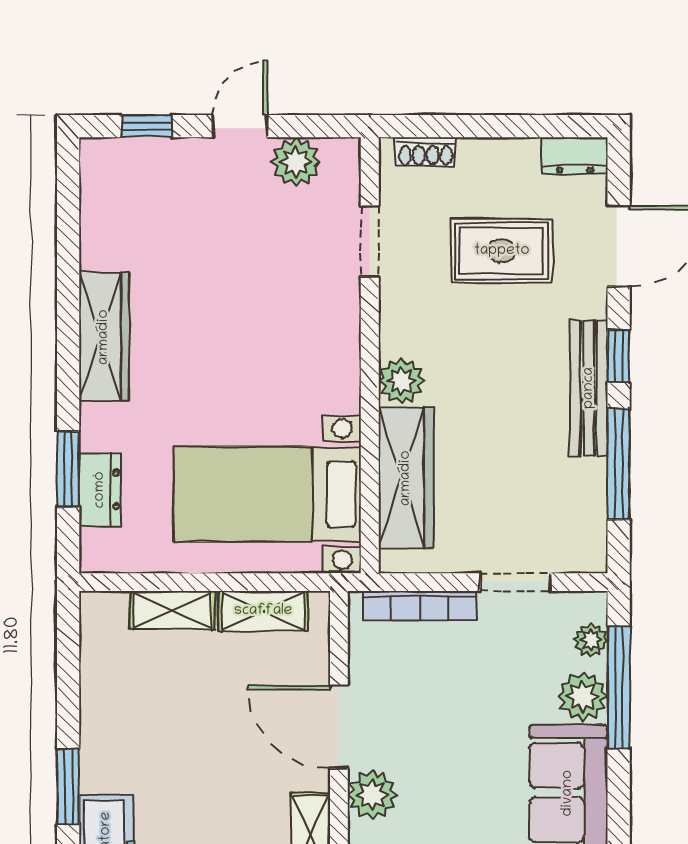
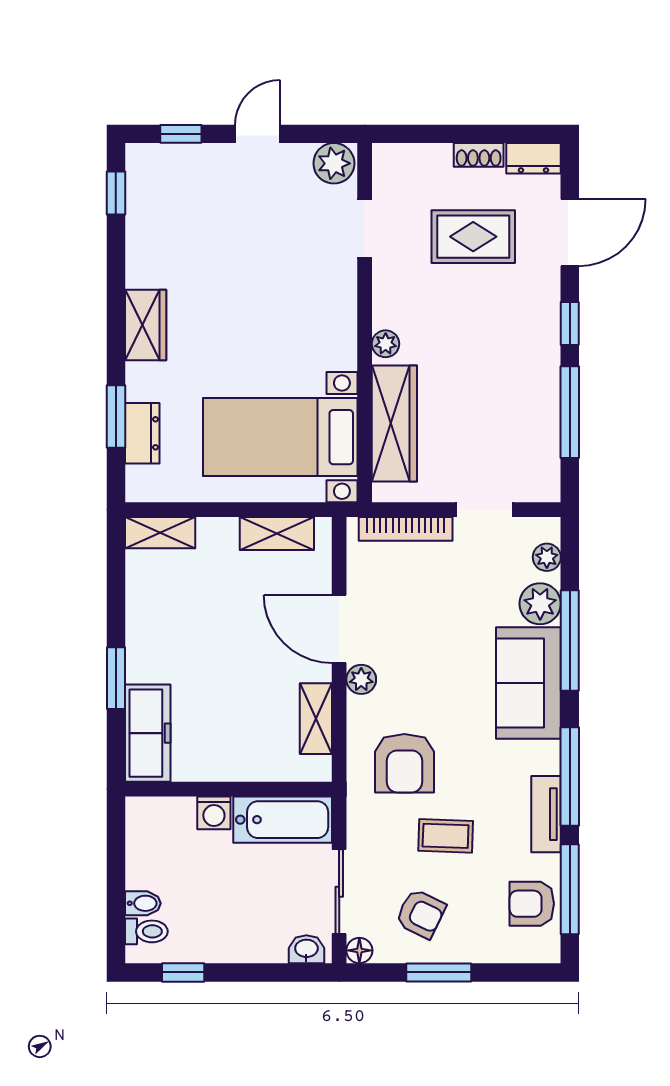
shoe rack: (426, 152) -> (479, 155), moved
plant: (296, 162) -> (334, 163), moved
window: (68, 198) -> (116, 193), added
wardrobe: (104, 337) -> (146, 325), width x0.67
plant: (401, 381) -> (386, 344), width x0.73, depth x0.73
bench: (589, 388) -> (545, 350), removed
shelving: (172, 610) -> (160, 533), moved
window: (619, 687) -> (570, 641), moved
plant: (372, 795) -> (361, 679), width x0.73, depth x0.73

